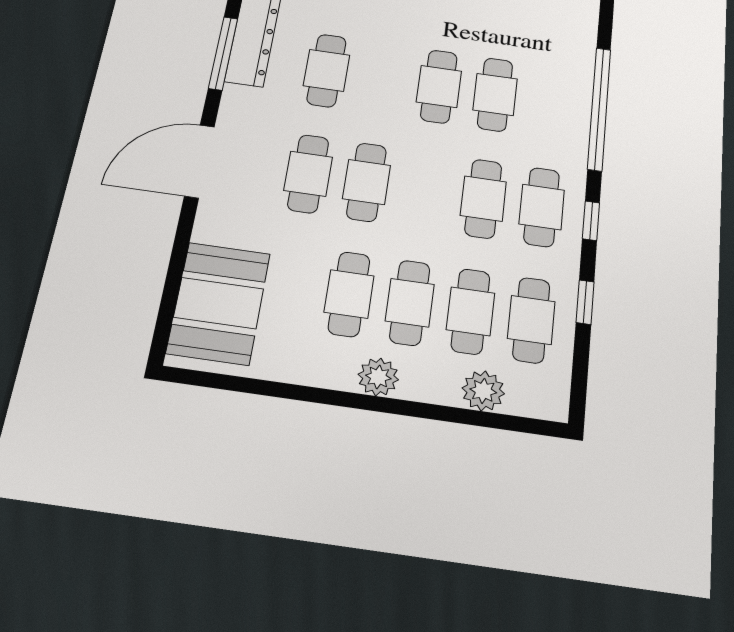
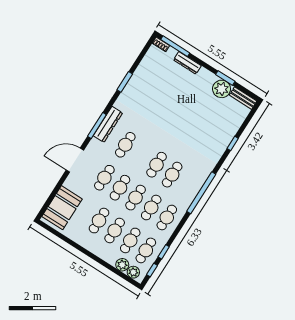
cafe table: (425, 190) -> (136, 198), added
window: (591, 221) -> (152, 270), moved
plant: (378, 377) -> (133, 272), moved

